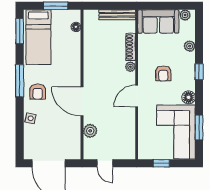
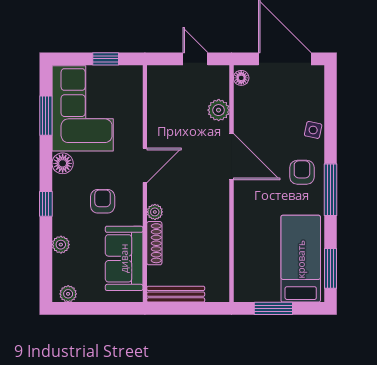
sofa: (158, 22) -> (124, 258), moved, turned -90
floor lamp: (76, 27) -> (241, 78), moved

